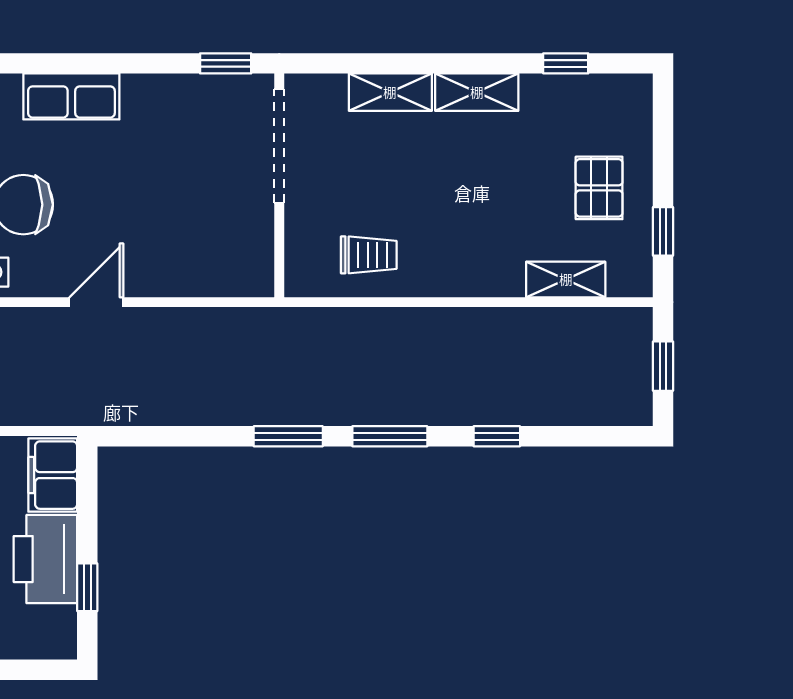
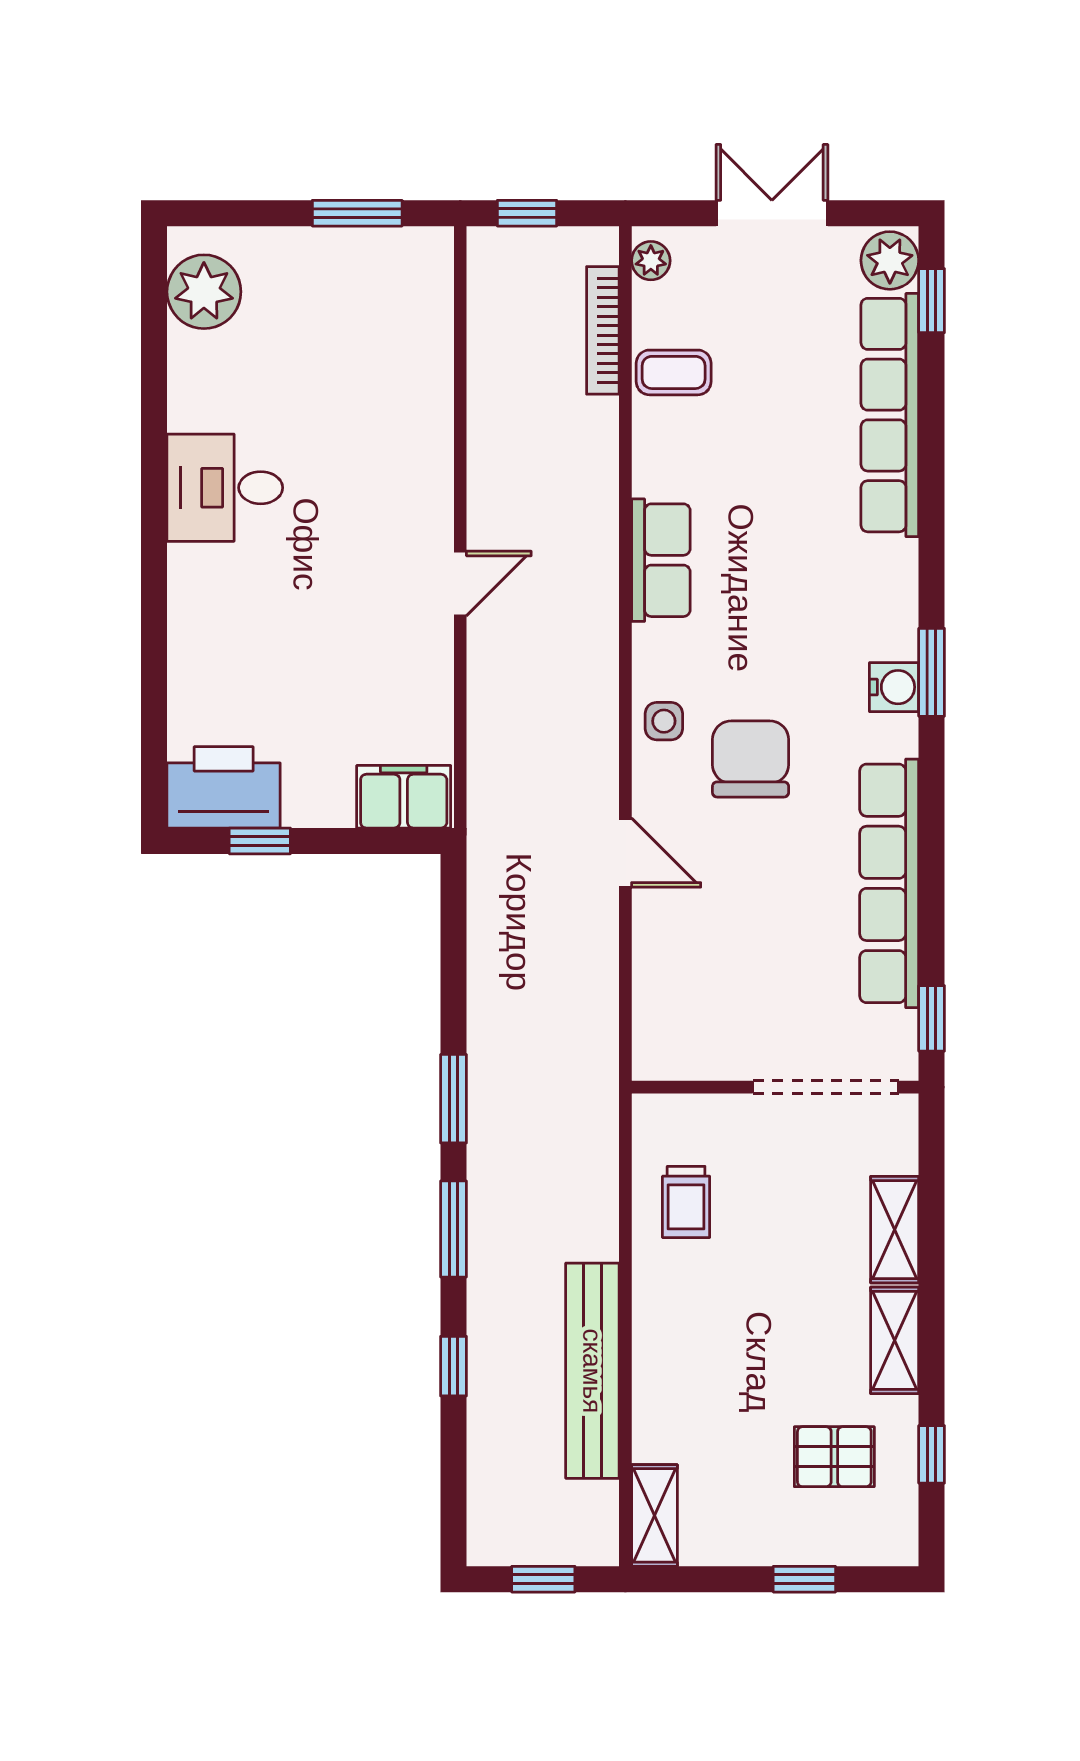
row of seats: (71, 96) -> (889, 883), width x2.02
pallet: (599, 188) -> (834, 1457), moved
window: (663, 231) -> (804, 1579), moved
shelving: (566, 279) -> (654, 1515), moved
bench: (500, 328) -> (592, 1371), added
printer: (45, 559) -> (224, 787), moved

